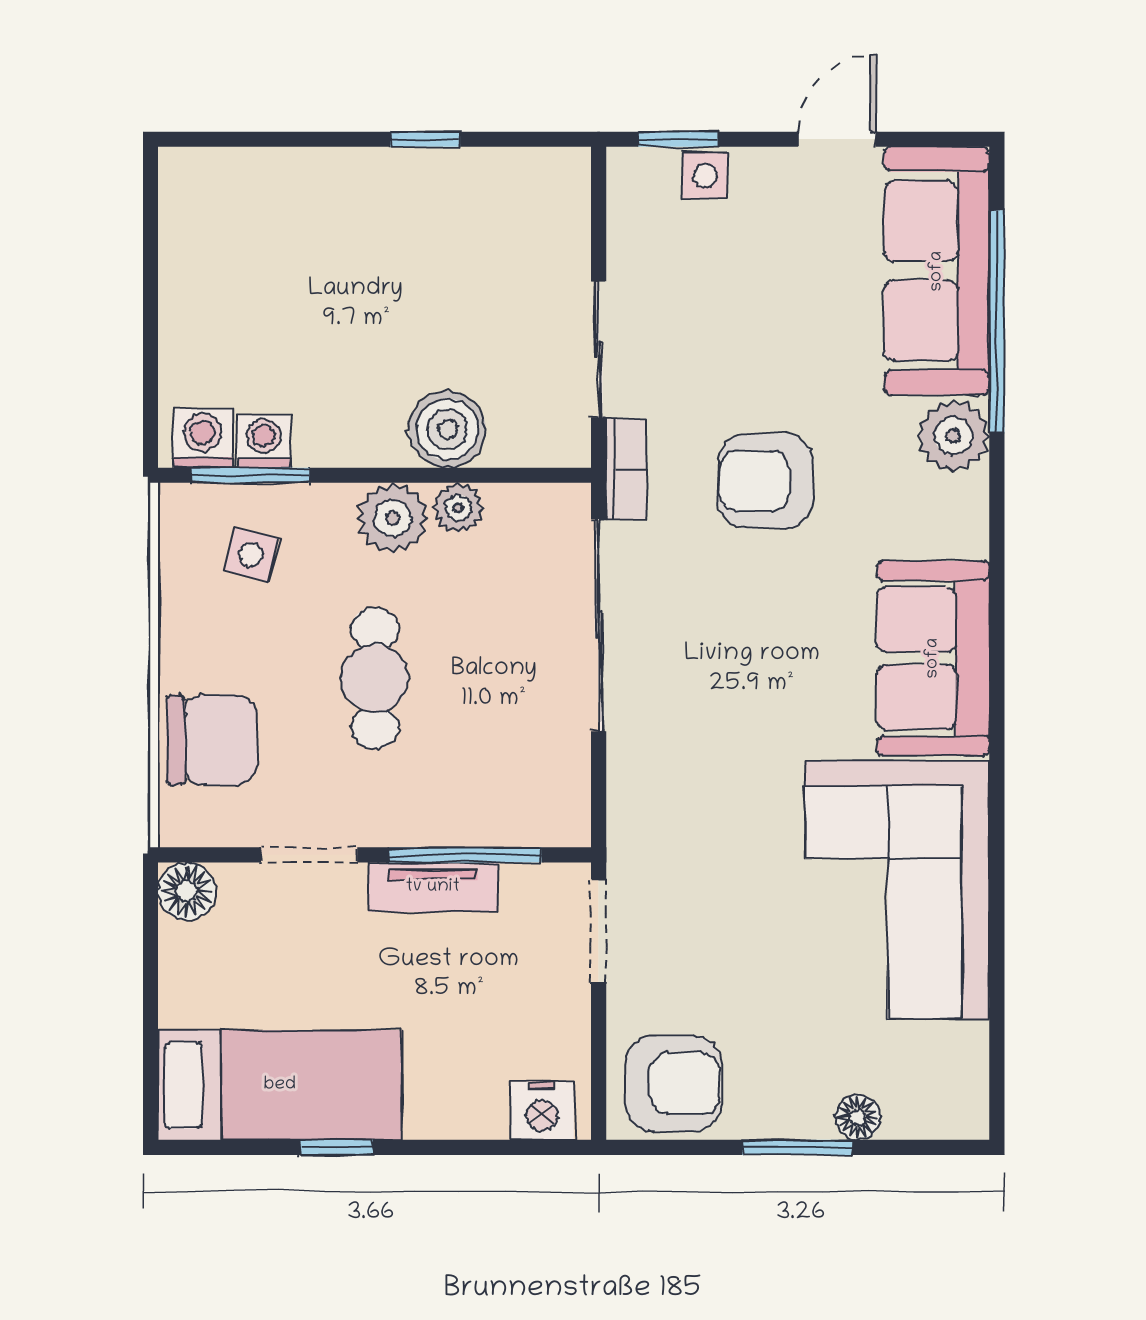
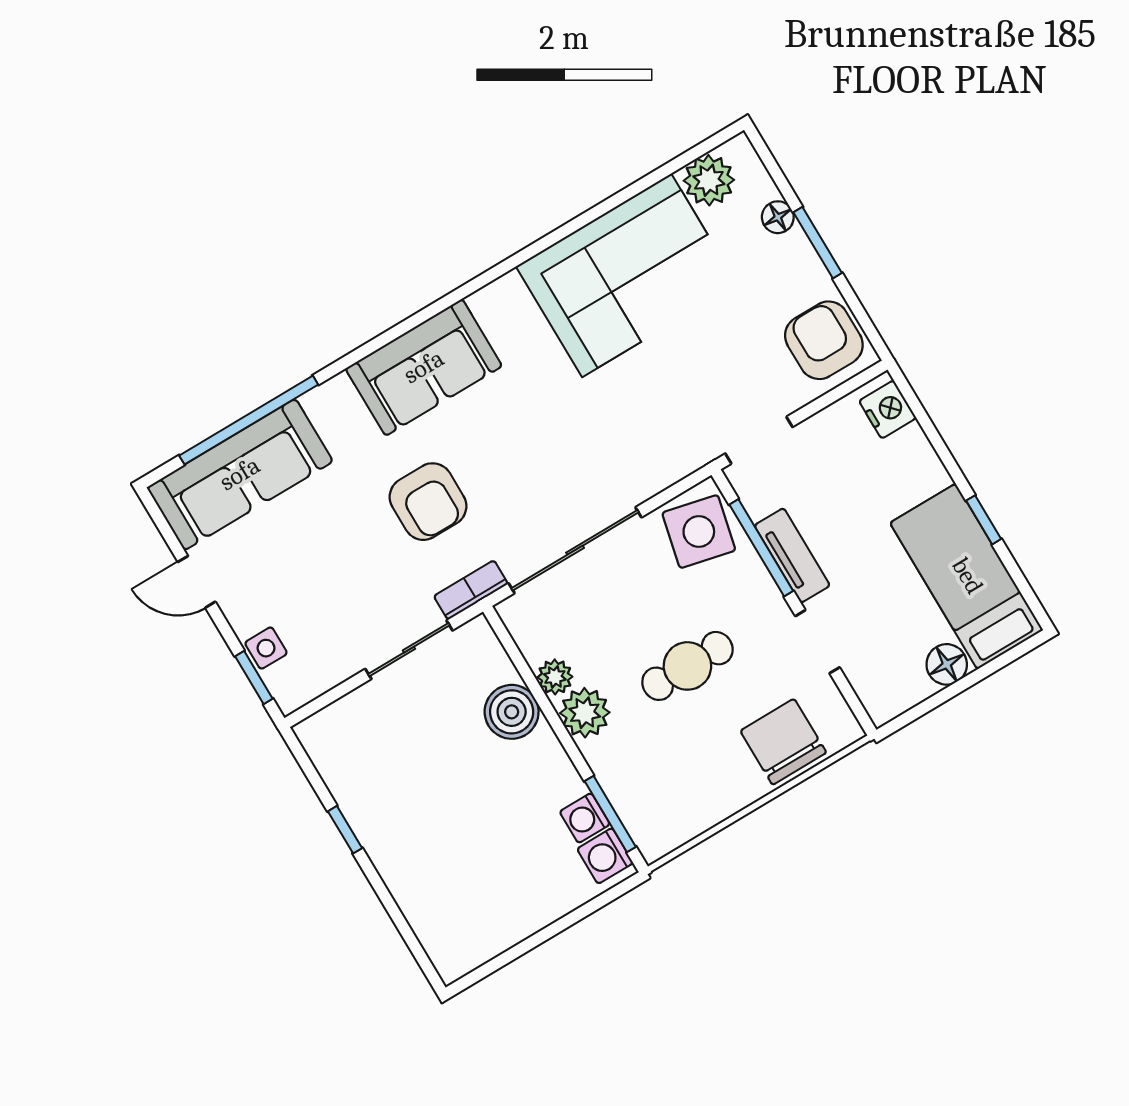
plant: (953, 436) -> (709, 180), moved
side table: (251, 554) -> (699, 532), moved, width x1.87, depth x1.87
sofa: (933, 658) -> (424, 367), moved
floor lamp: (187, 891) -> (947, 664), moved

